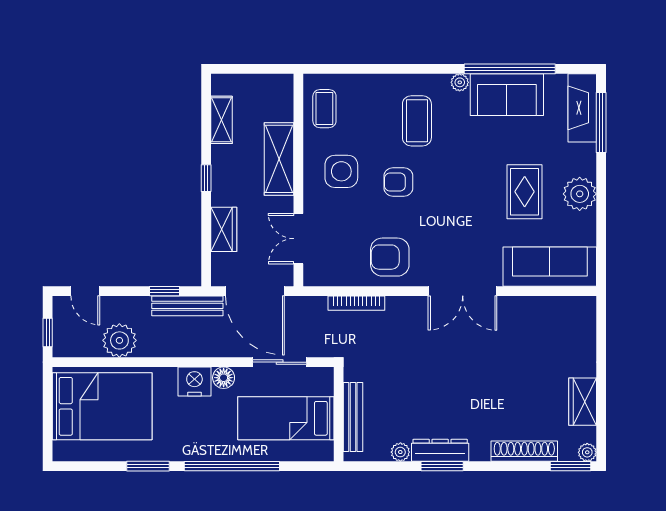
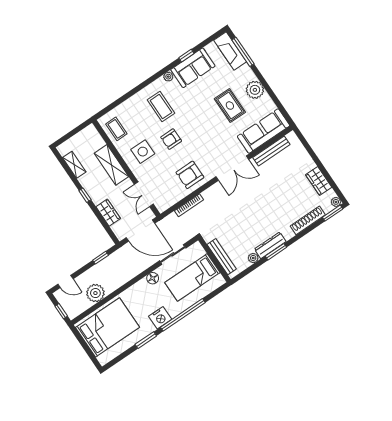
window: (510, 69) -> (186, 56), width x0.32
bench: (187, 306) -> (271, 151), moved
nightstand: (194, 382) -> (160, 318), moved, turned 180

